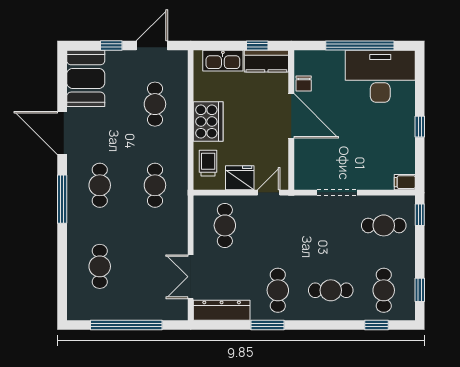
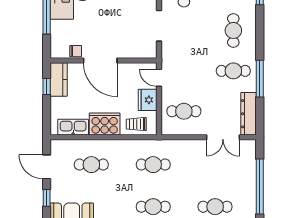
kitchen sink: (223, 61) -> (73, 127), moved, turned -90
door: (291, 116) -> (100, 61), swing flipped
window: (268, 325) -> (260, 79), width x1.44

